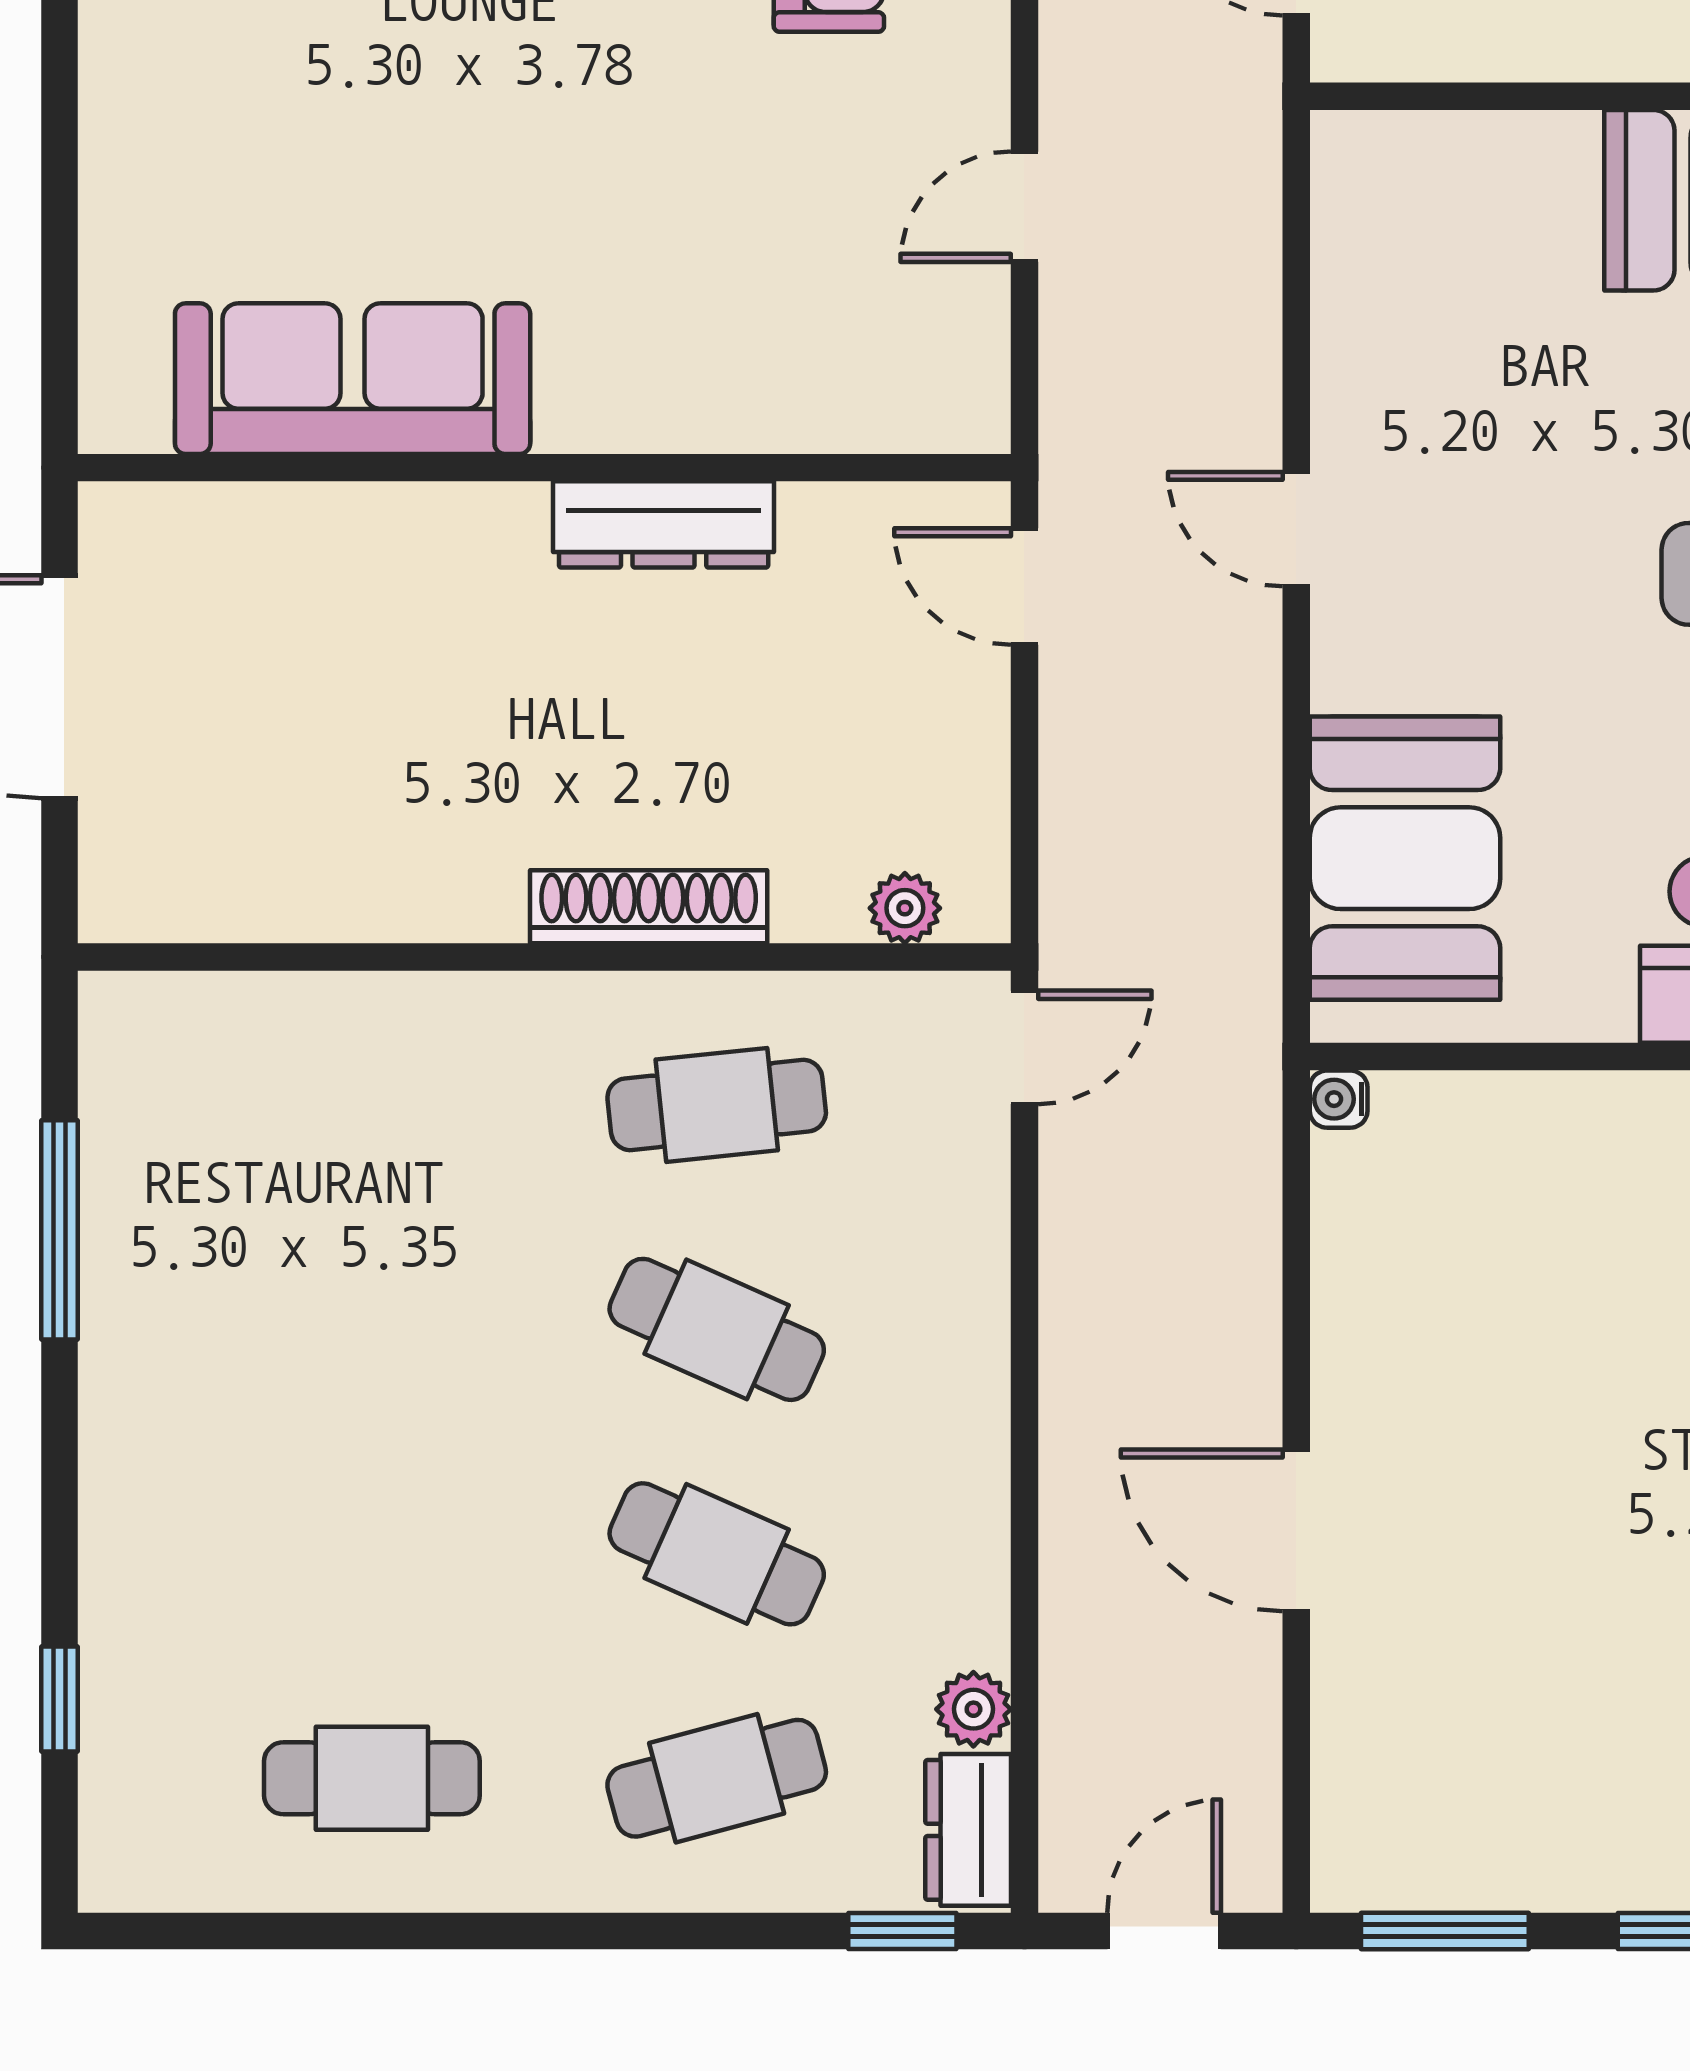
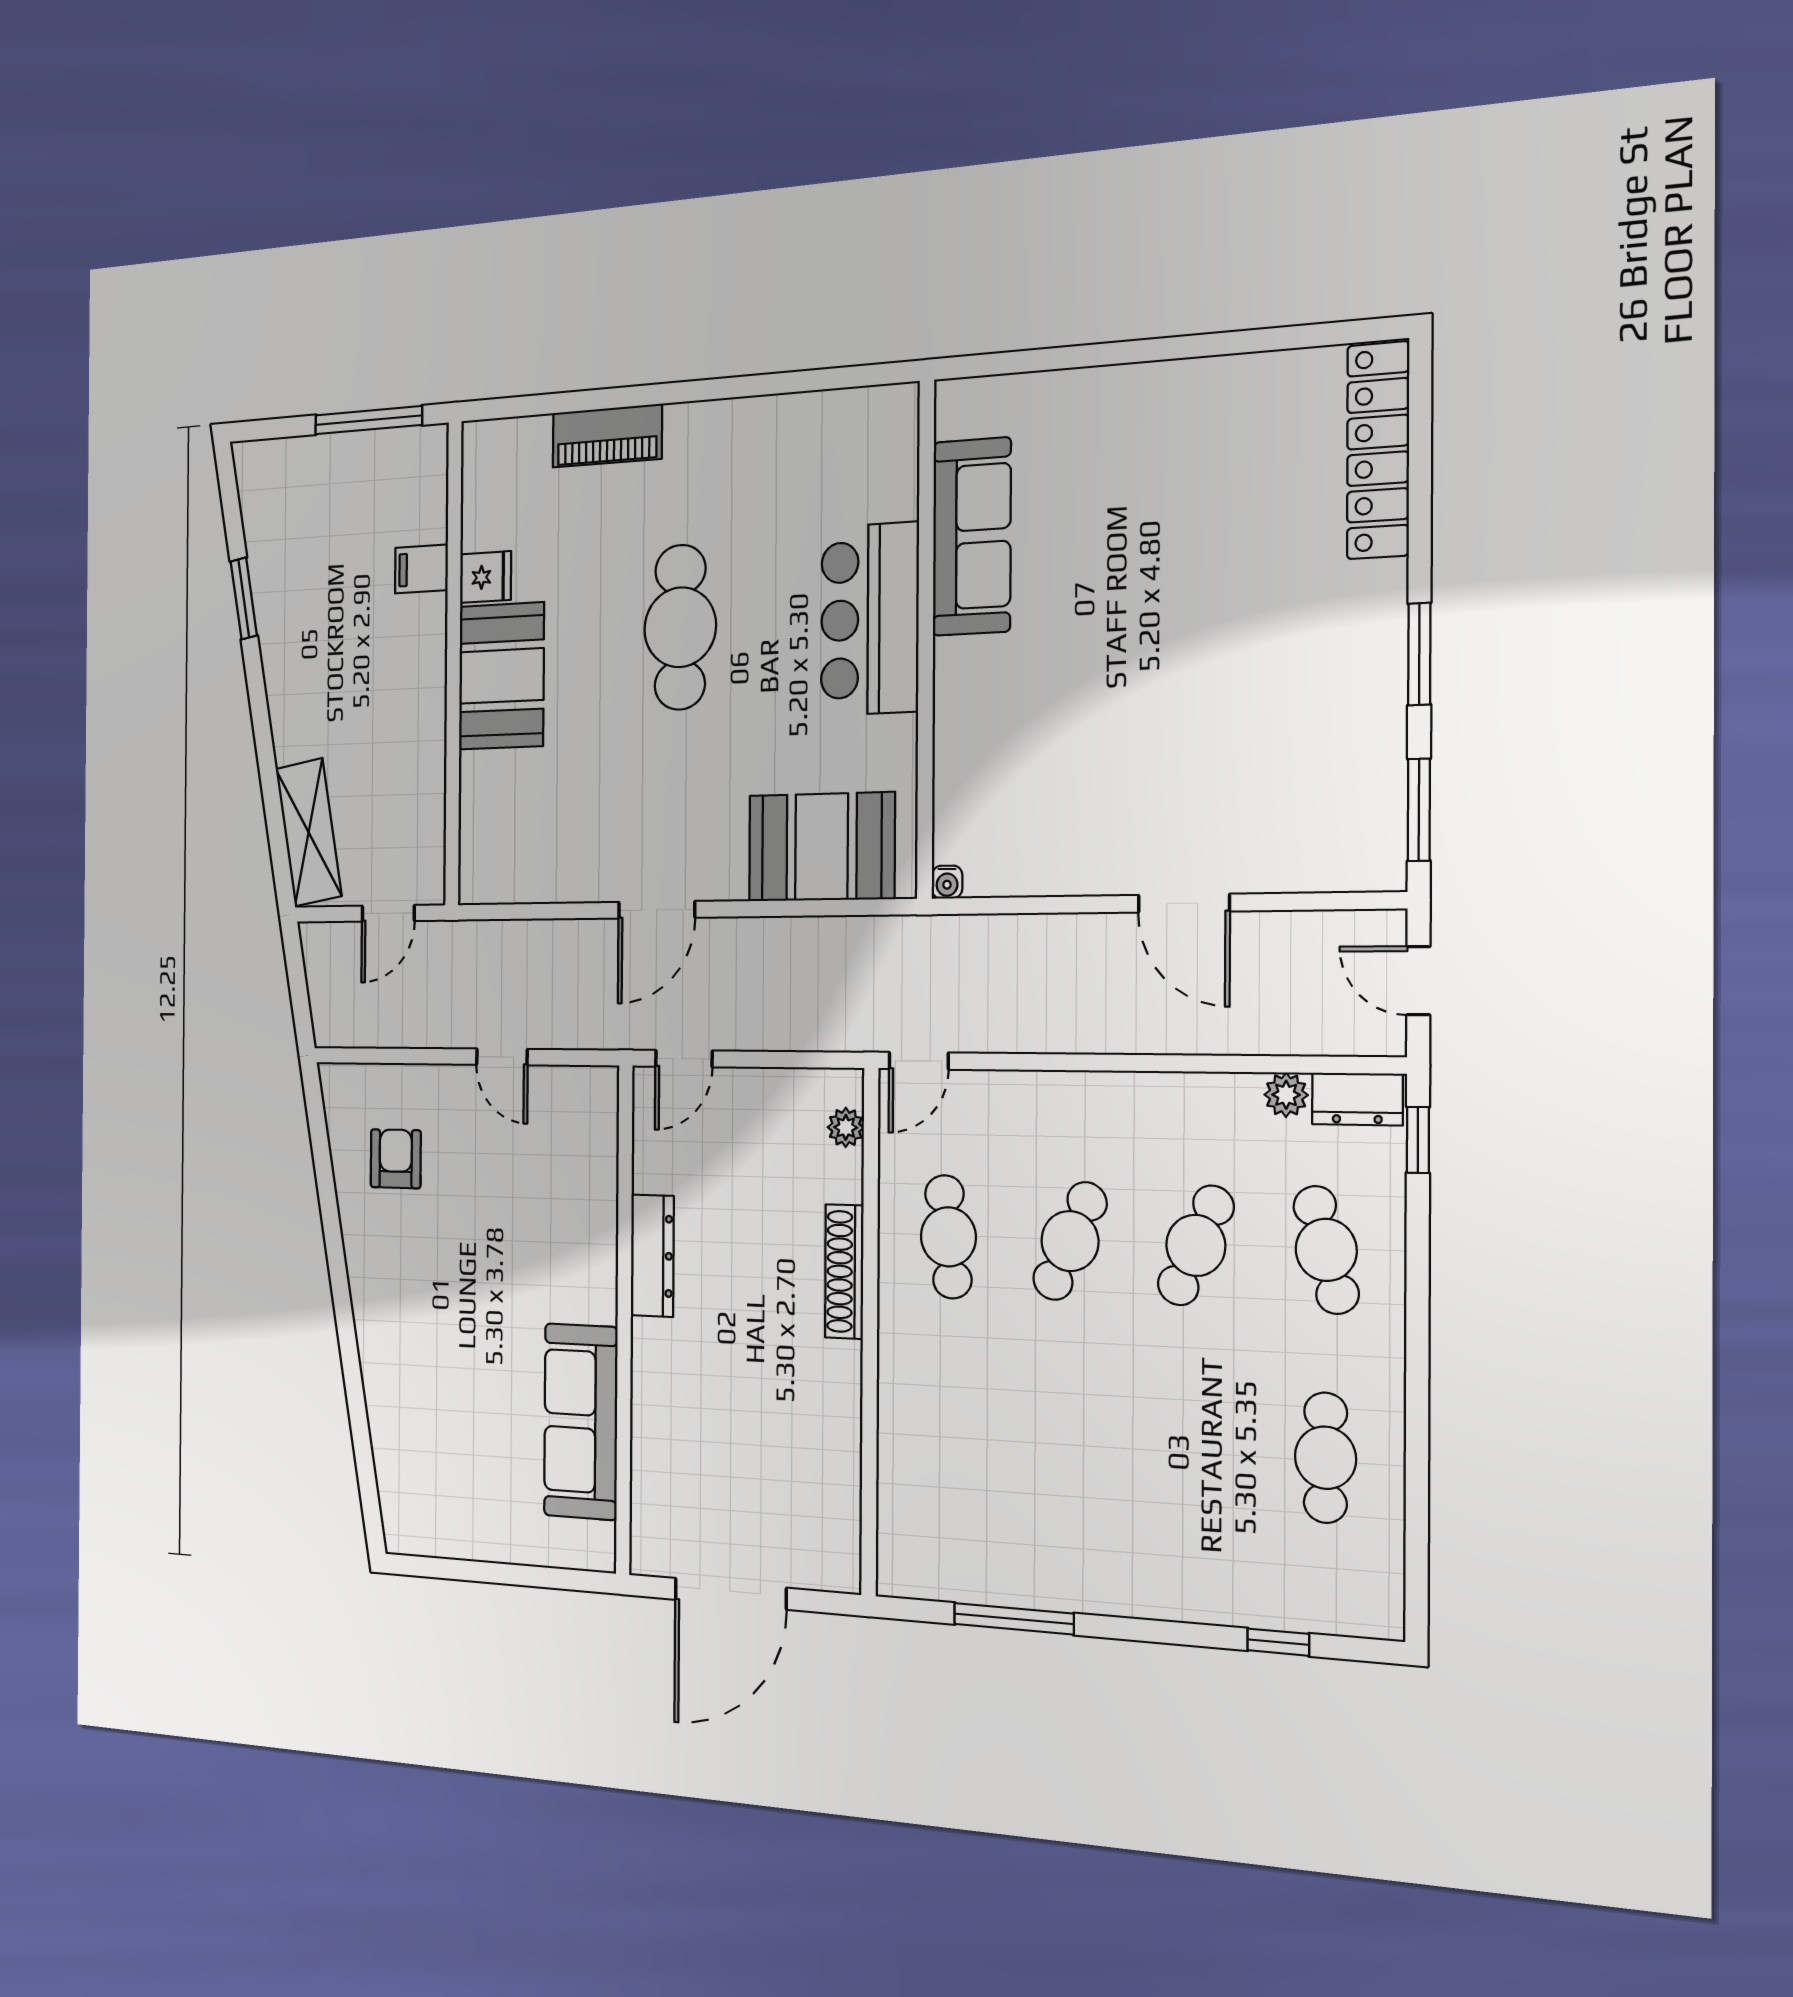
door: (1296, 529) -> (657, 910), width x1.38
door: (1024, 1047) -> (919, 1061), swing flipped
door: (1296, 1530) -> (1184, 903), hinge flipped

